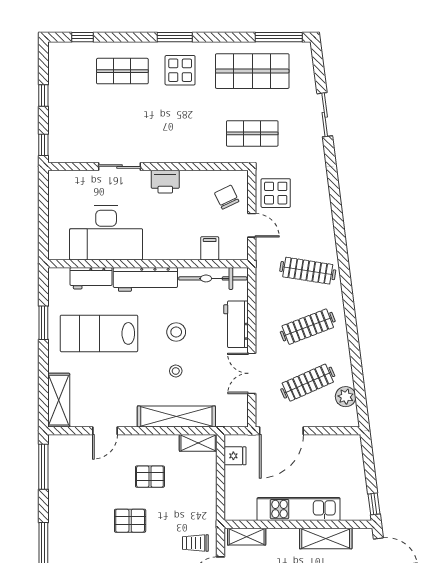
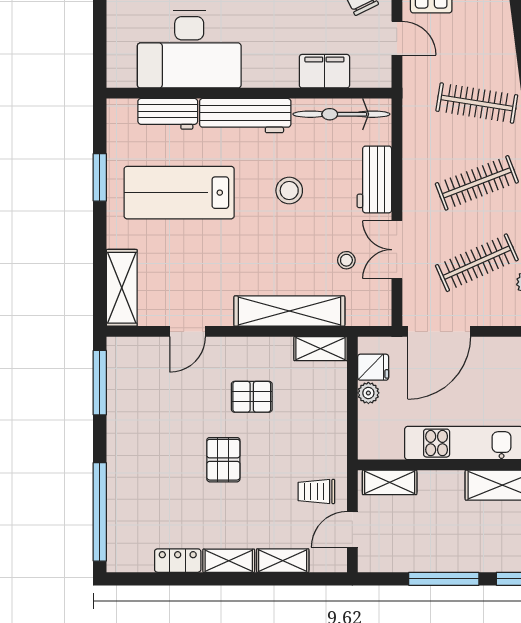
filing cabinet: (210, 248) -> (324, 71), width x2.00
stool: (176, 371) -> (346, 260), moved
plant: (232, 474) -> (368, 393), added
pallet: (130, 521) -> (223, 460), turned 90

